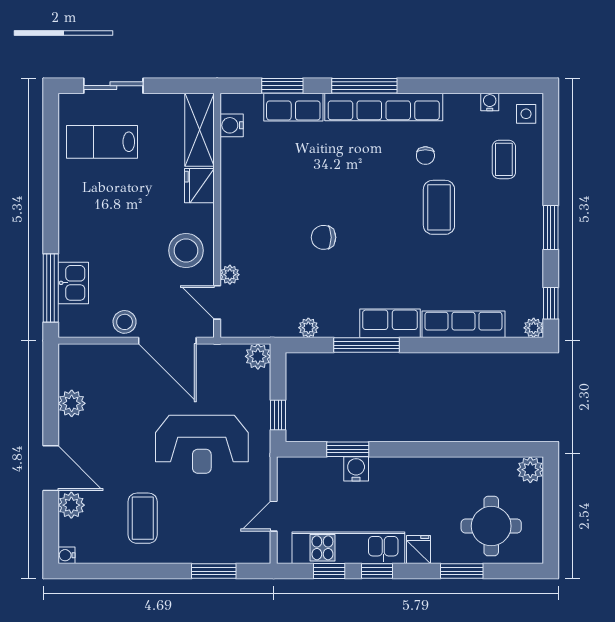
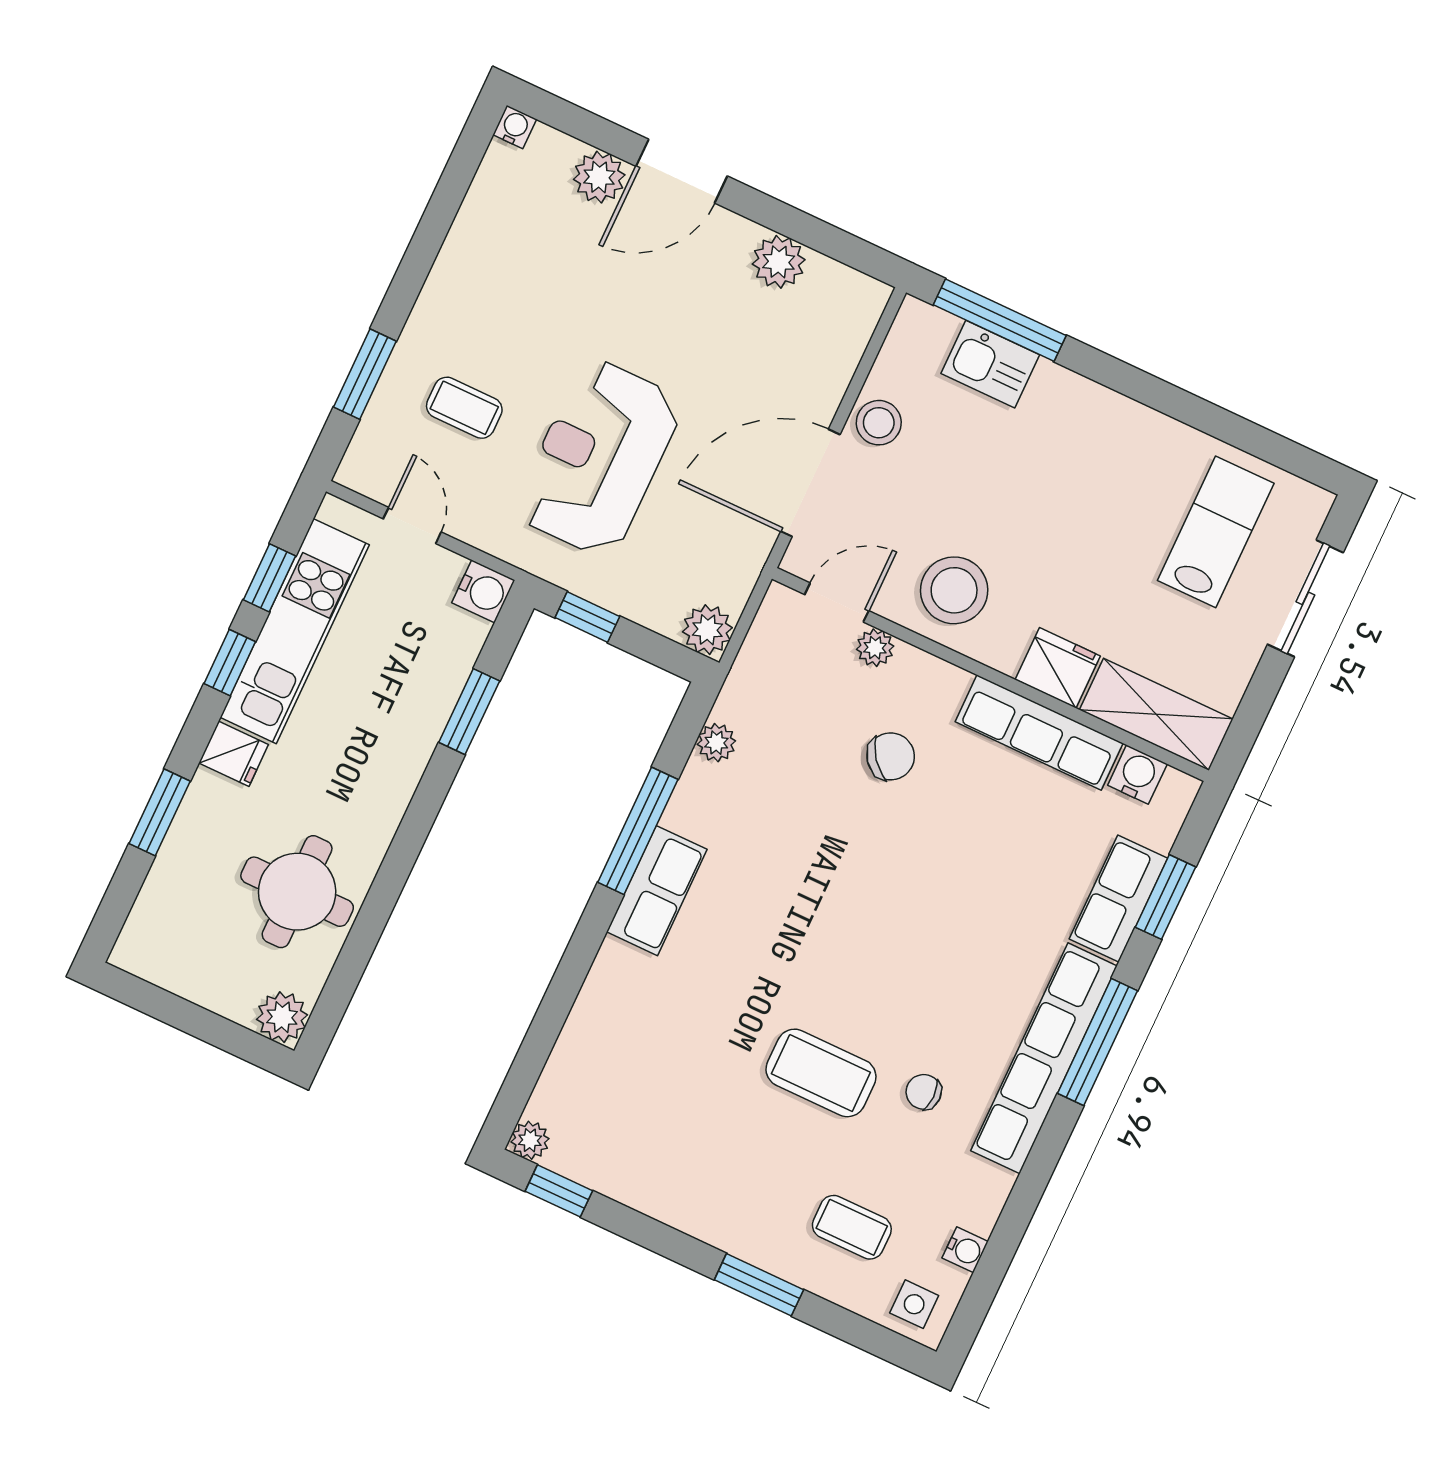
window: (551, 227) -> (759, 1285), moved
chair: (324, 237) -> (891, 756), moved, turned 52
row of seats: (463, 324) -> (1039, 733), moved, turned 90
water cooler: (356, 469) -> (483, 591), moved
coffee table: (143, 518) -> (464, 408), moved, width x0.73, depth x0.77
round table: (491, 526) -> (297, 892), moved

